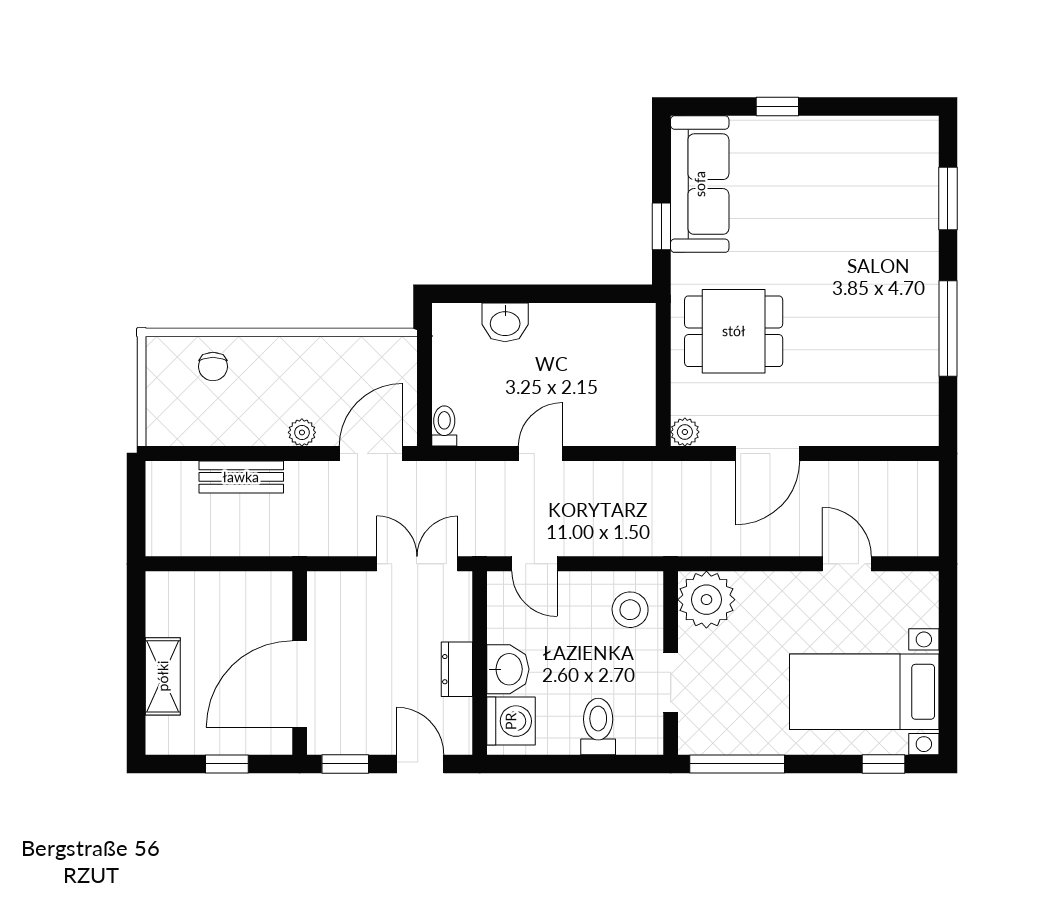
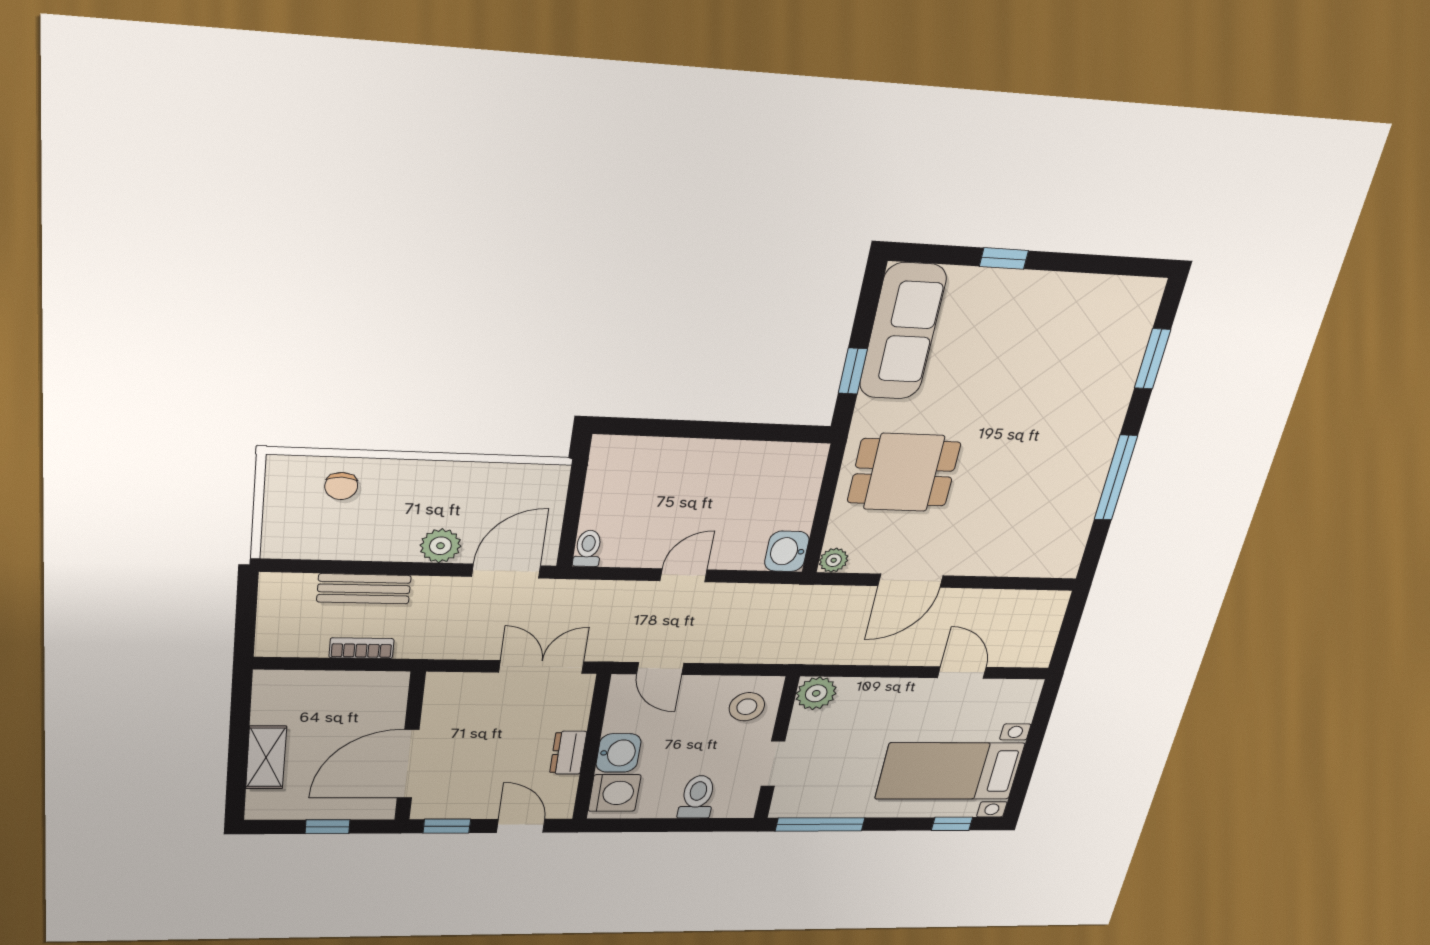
washbasin: (505, 322) -> (787, 551), moved, turned 90
plant: (302, 432) -> (440, 546), width x1.38, depth x1.38
bookcase: (244, 545) -> (361, 648), added
plant: (706, 600) -> (816, 693), width x0.73, depth x0.73

